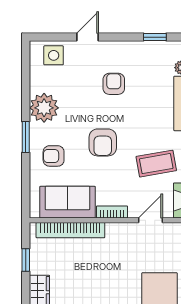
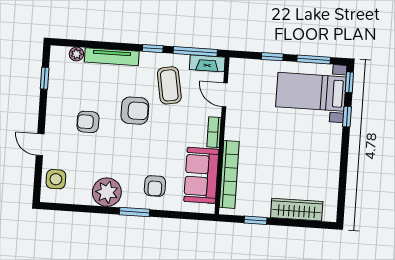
armchair: (103, 142) -> (135, 111), moved

